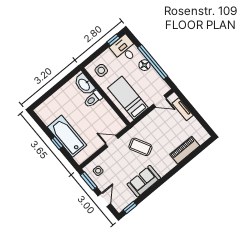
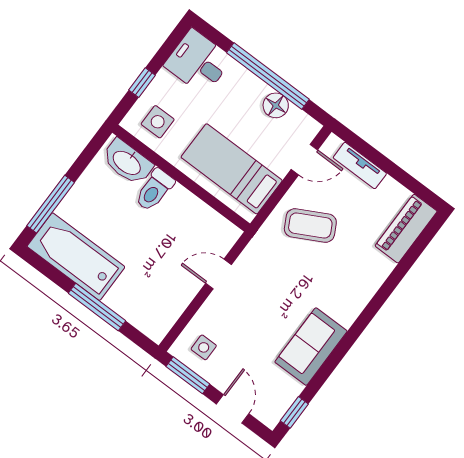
window: (113, 40) -> (142, 83), moved
floor lamp: (145, 65) -> (276, 105), moved
window: (48, 95) -> (51, 204), added
bathtub: (67, 136) -> (76, 257), moved
window: (57, 143) -> (97, 307), width x2.17
coffee table: (140, 147) -> (310, 226), moved
piano: (185, 150) -> (406, 229), moved

